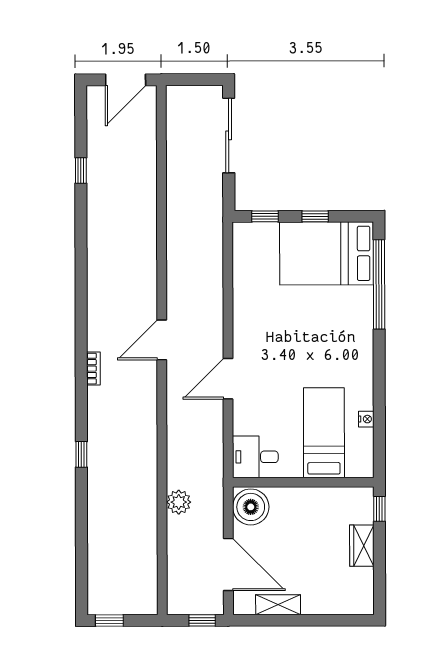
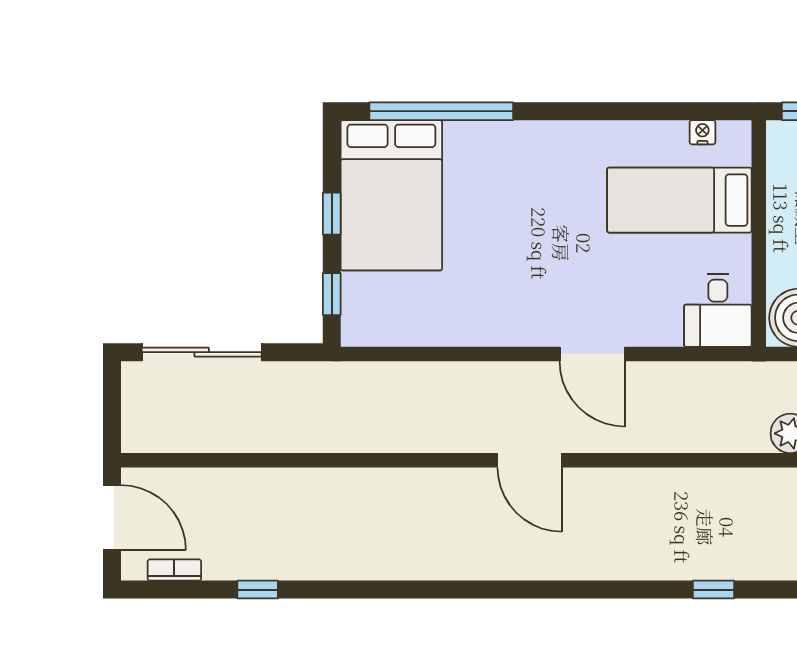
bookcase: (93, 369) -> (174, 570), moved
nightstand: (366, 419) -> (702, 132), moved

